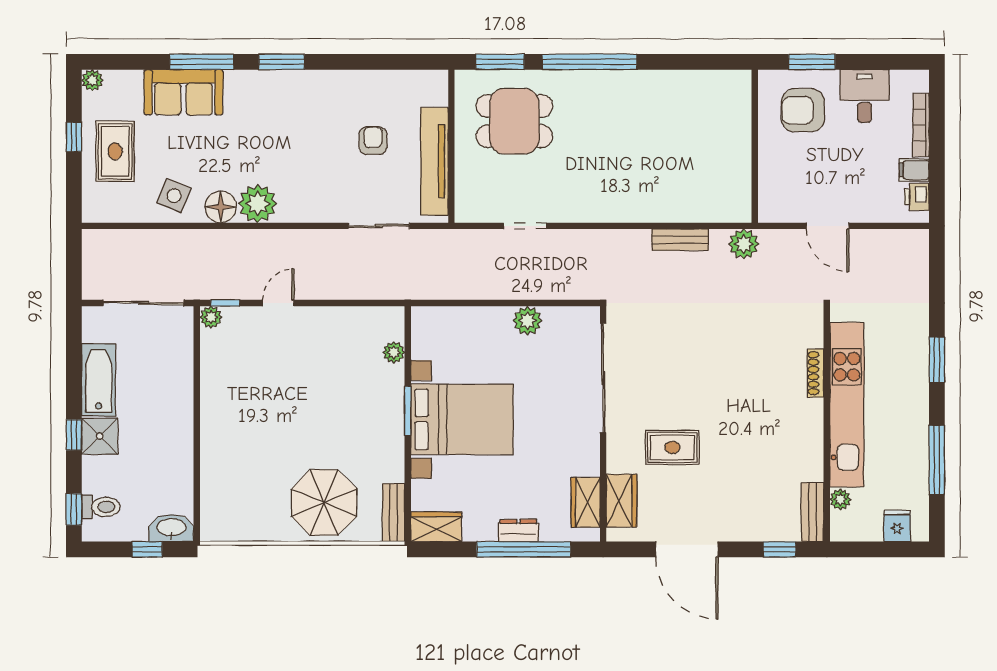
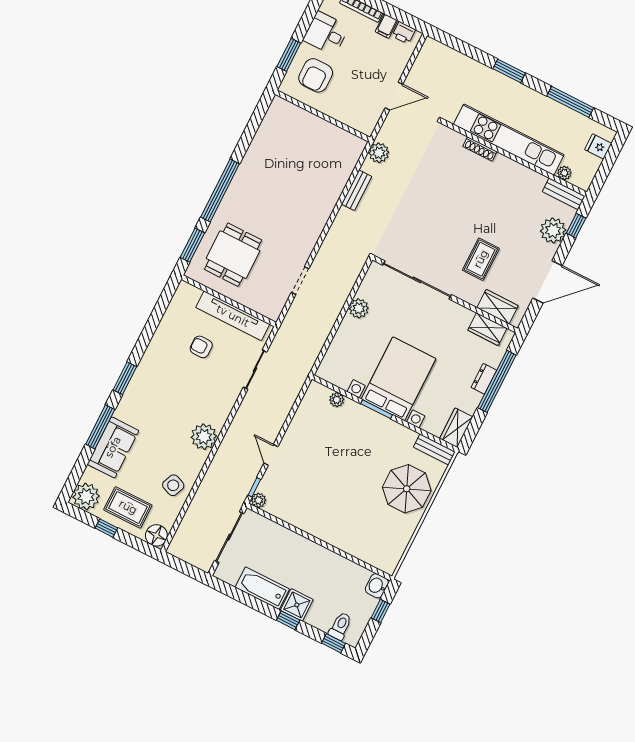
plant: (92, 80) -> (86, 497), width x1.88, depth x1.88
floor lamp: (221, 207) -> (156, 535), moved
plant: (758, 523) -> (553, 230), added
washbasin: (171, 528) -> (377, 586), width x0.72

